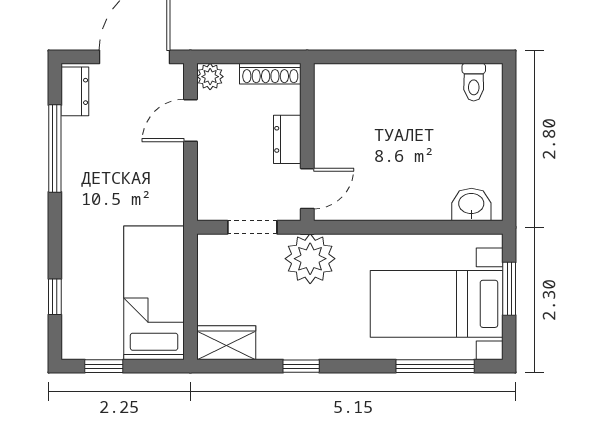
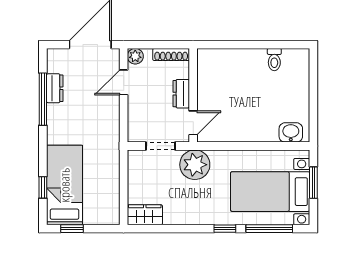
toilet: (474, 82) -> (274, 60), moved
dresser: (75, 91) -> (55, 88), moved
bed: (154, 293) -> (64, 185), moved
window: (301, 366) -> (225, 229), moved

